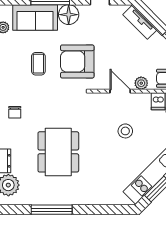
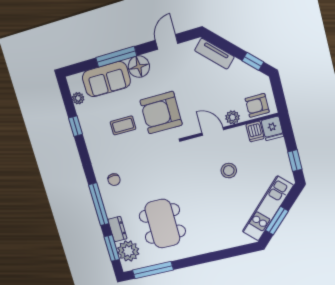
coffee table: (38, 64) -> (123, 125), turned 90
dining table: (58, 152) -> (162, 224), moved
window: (52, 210) -> (153, 270), moved

